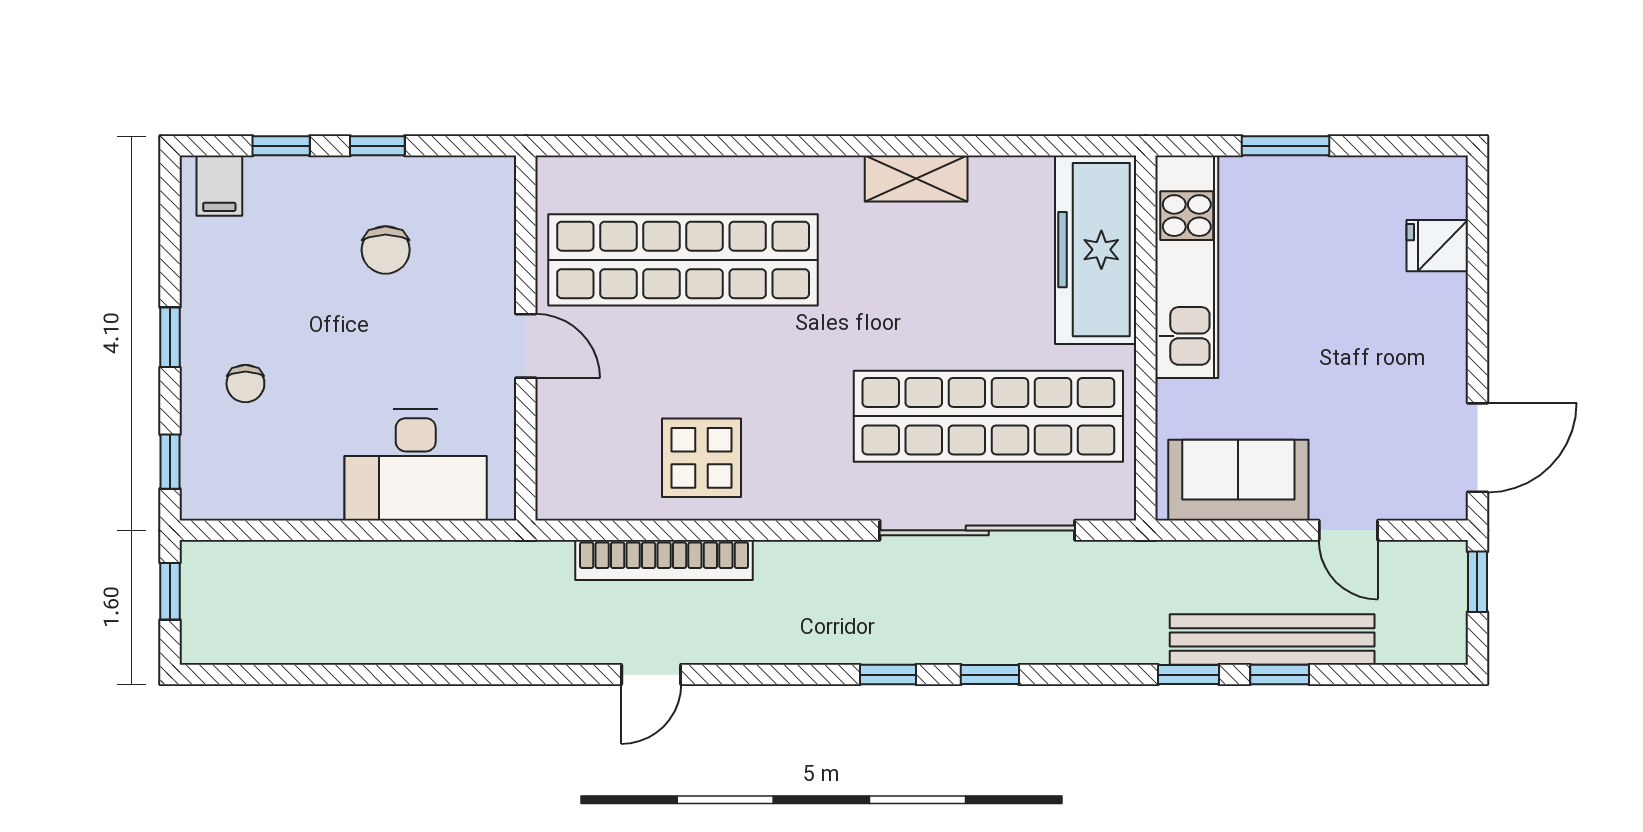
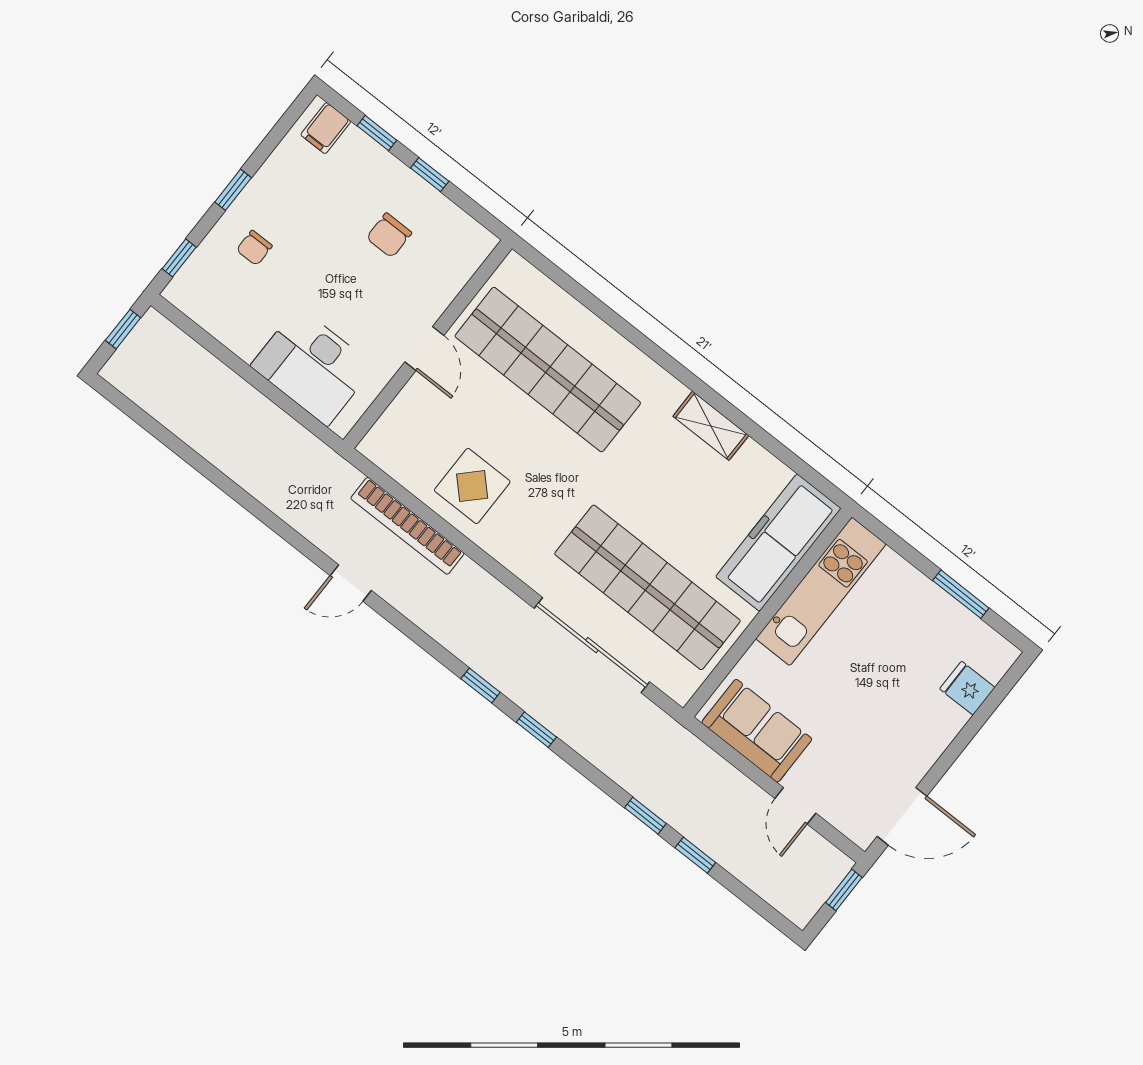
window: (1285, 146) -> (961, 594), moved
bench: (1272, 639) -> (706, 833), removed

